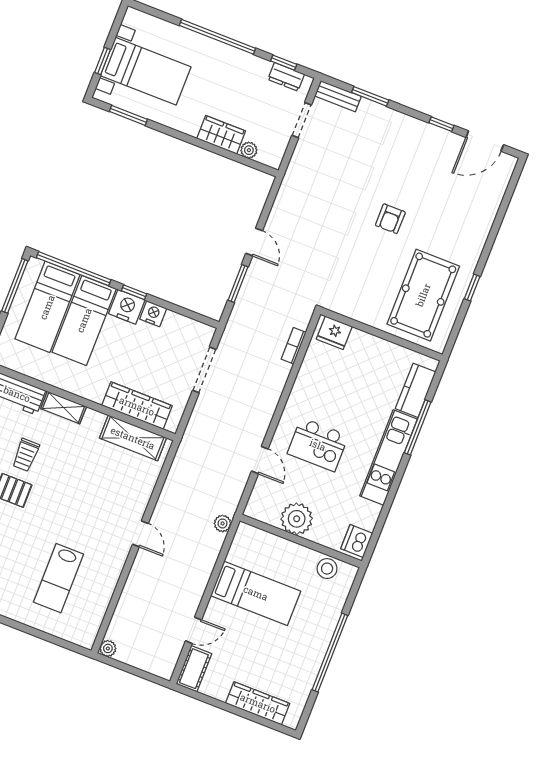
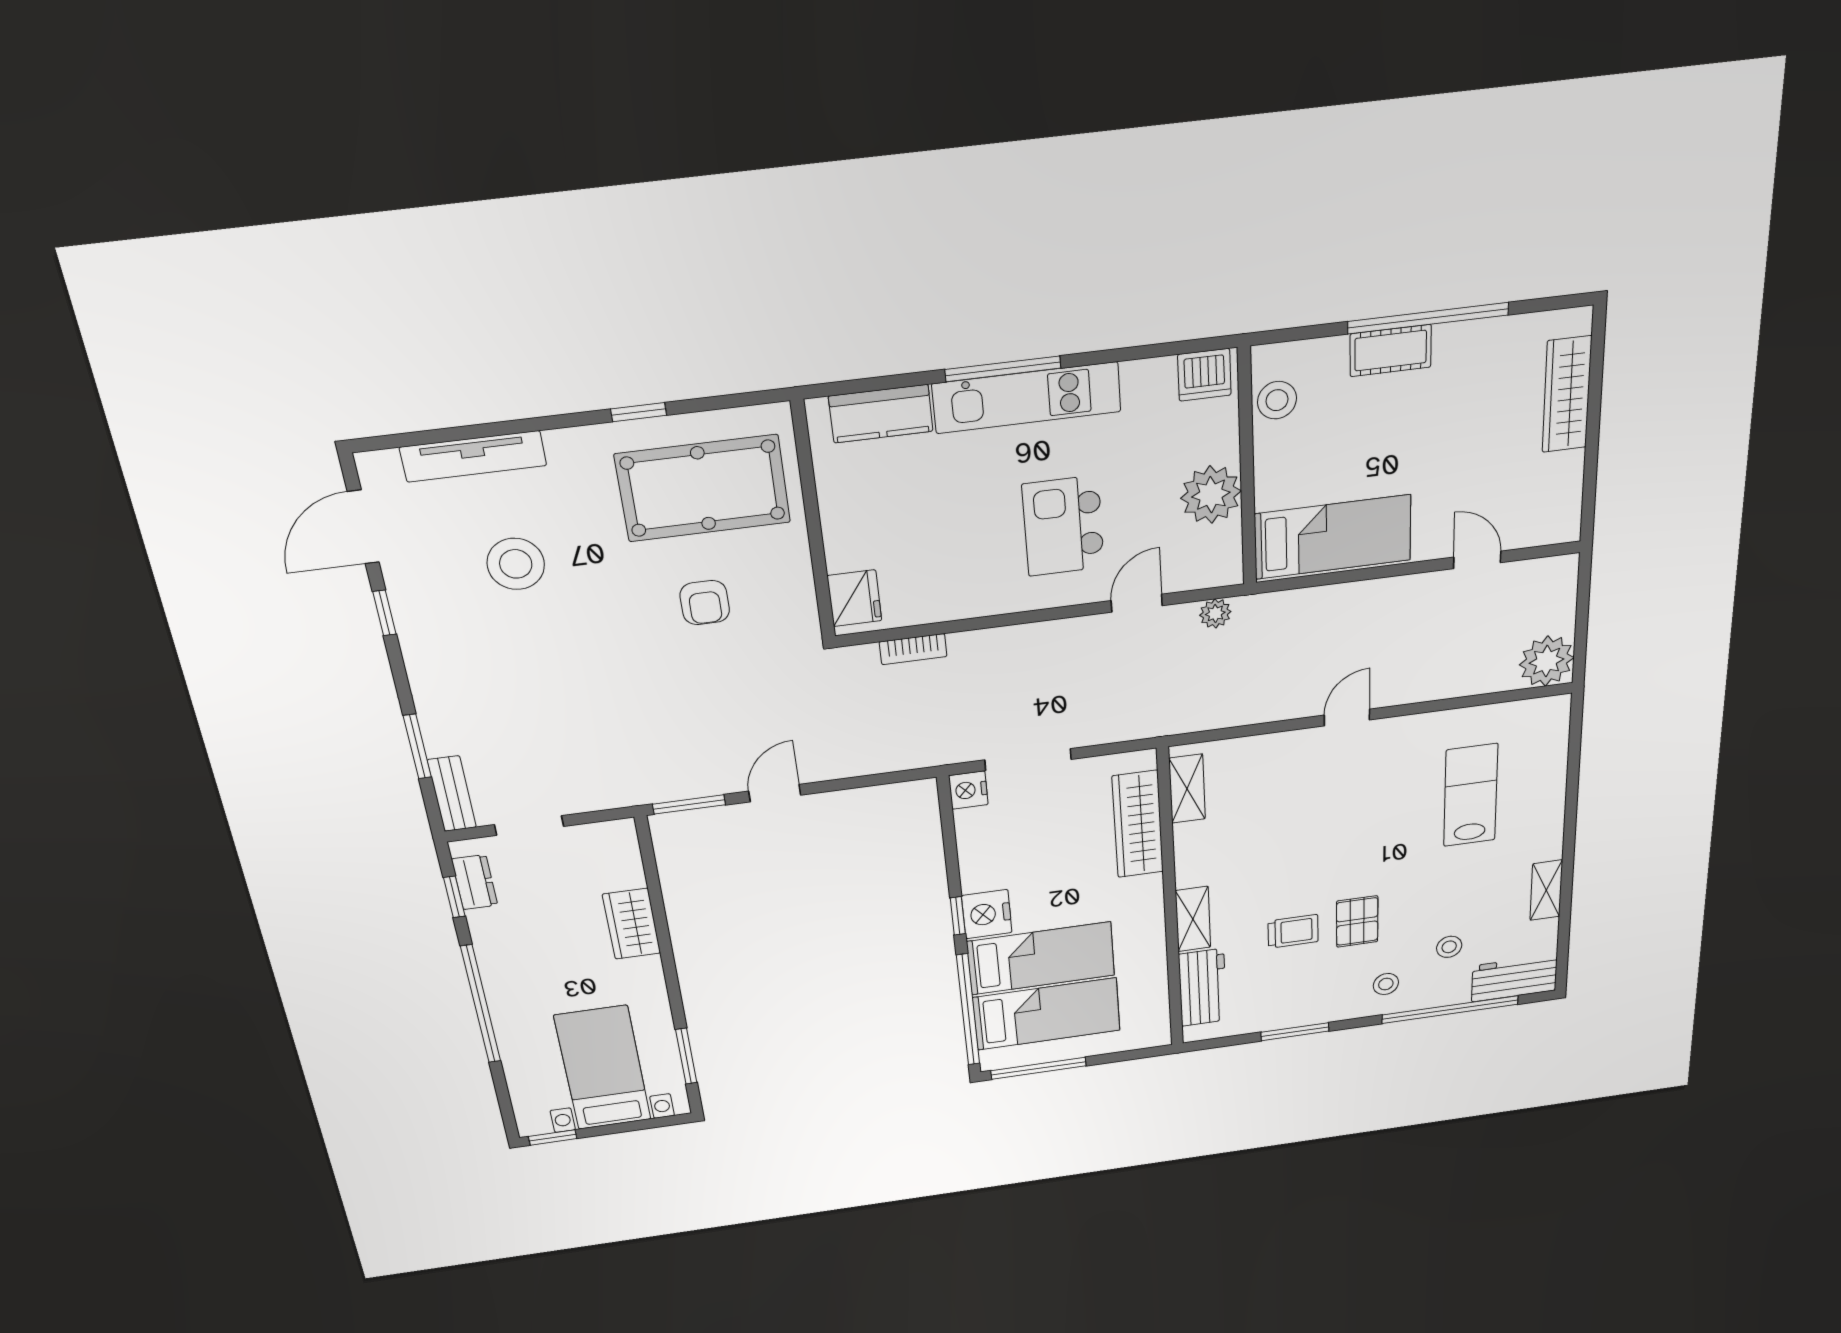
window: (102, 61) -> (553, 1137), moved
door: (485, 141) -> (363, 527), swing flipped
plant: (249, 150) -> (630, 874), removed
stool: (433, 194) -> (516, 564), added
tv unit: (490, 207) -> (473, 456), added
armchair: (390, 219) -> (705, 603), moved, turned 90
window: (238, 284) -> (689, 804), moved
nightstand: (153, 314) -> (968, 790), moved
window: (418, 427) -> (1003, 369), moved
shelving: (133, 438) -> (1187, 789), width x0.67, depth x0.75
kitchen island: (318, 445) -> (1063, 526), turned 180
plant: (223, 523) -> (1215, 613), moved
lab bench: (58, 578) -> (1471, 795), turned -90
bed: (256, 593) -> (1333, 537), moved, turned 90
plant: (108, 648) -> (1547, 661), width x1.87, depth x1.87
cot: (194, 669) -> (1391, 351), moved

